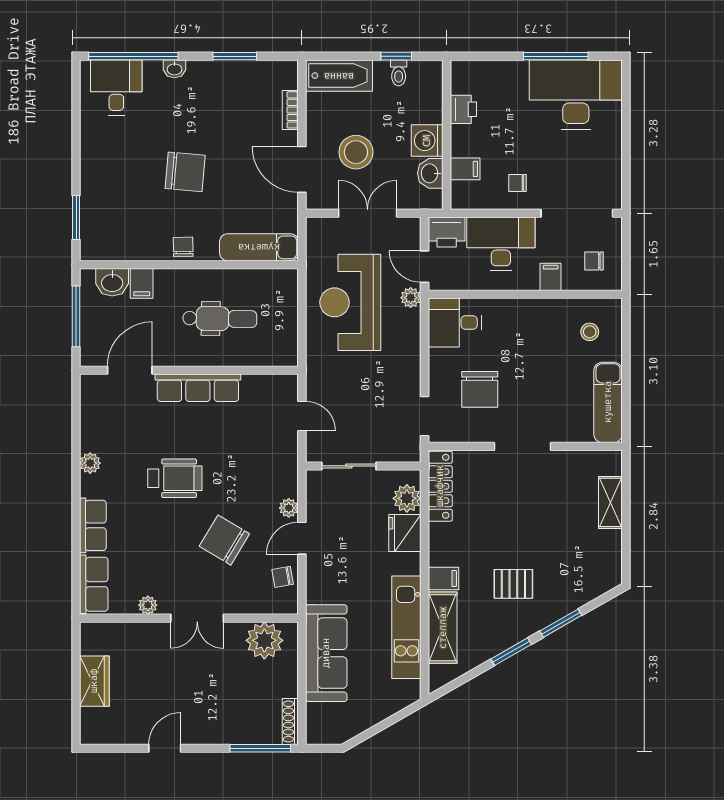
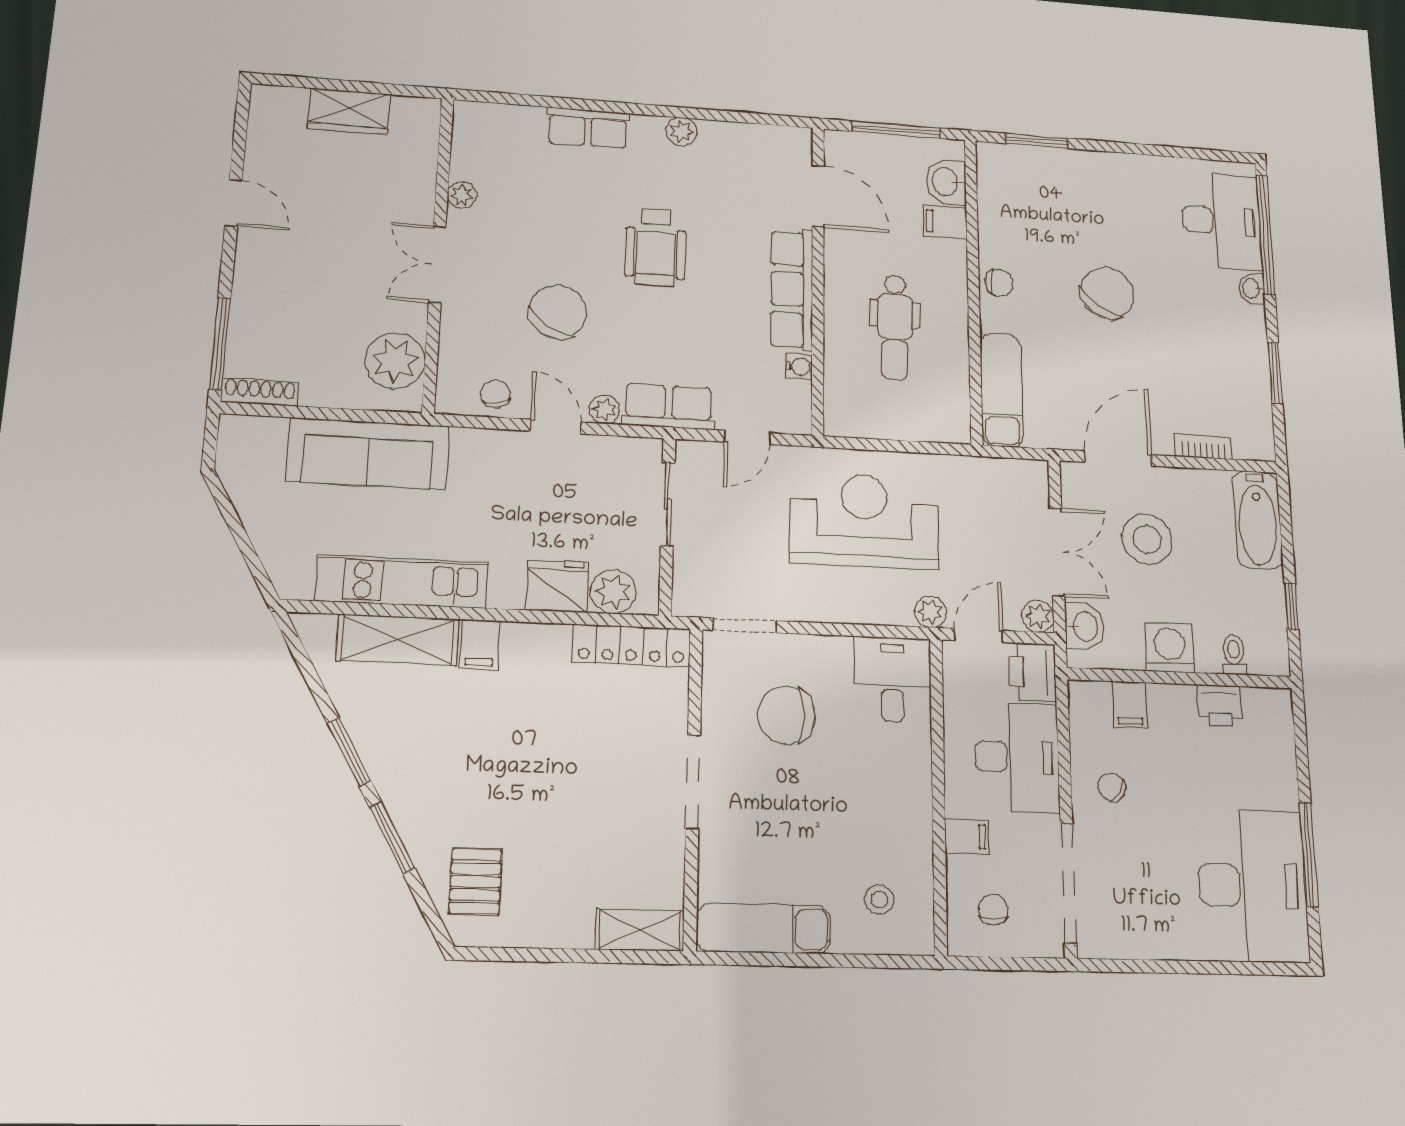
toilet: (399, 73) -> (1234, 655), moved, turned 90
desk: (116, 87) -> (1222, 221), width x1.37
chair: (185, 172) -> (1107, 293), turned -150
washbasin: (430, 173) -> (1084, 626), moved, turned 90
chair: (518, 183) -> (1112, 787), turned -57
plant: (410, 227) -> (1038, 616), added
reception desk: (350, 302) -> (864, 520), moved
water cooler: (251, 383) -> (799, 366), added
shelving: (610, 502) -> (640, 930), moved
row of seats: (94, 584) -> (669, 407), moved, turned 180
pallet: (513, 584) -> (475, 882), moved

